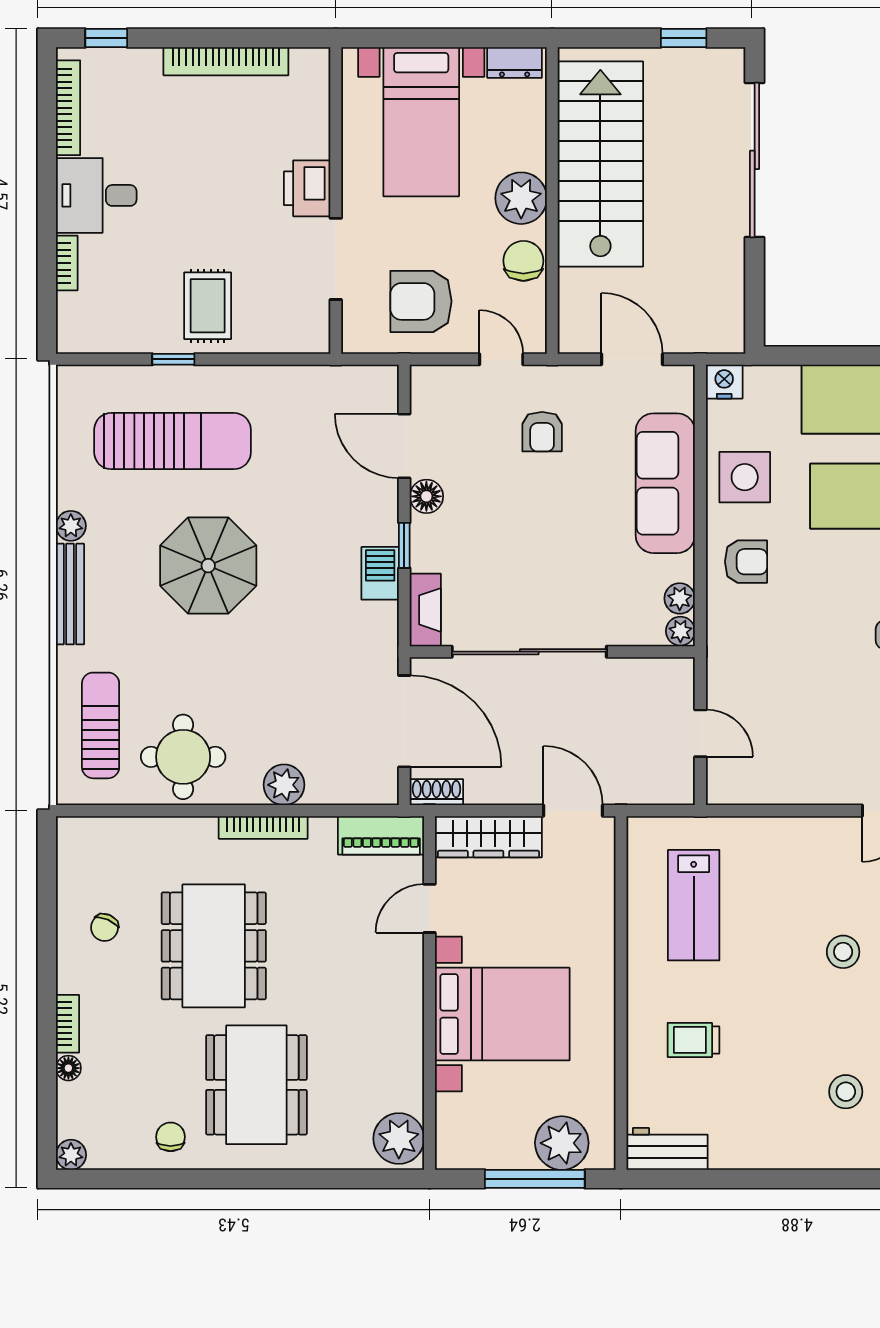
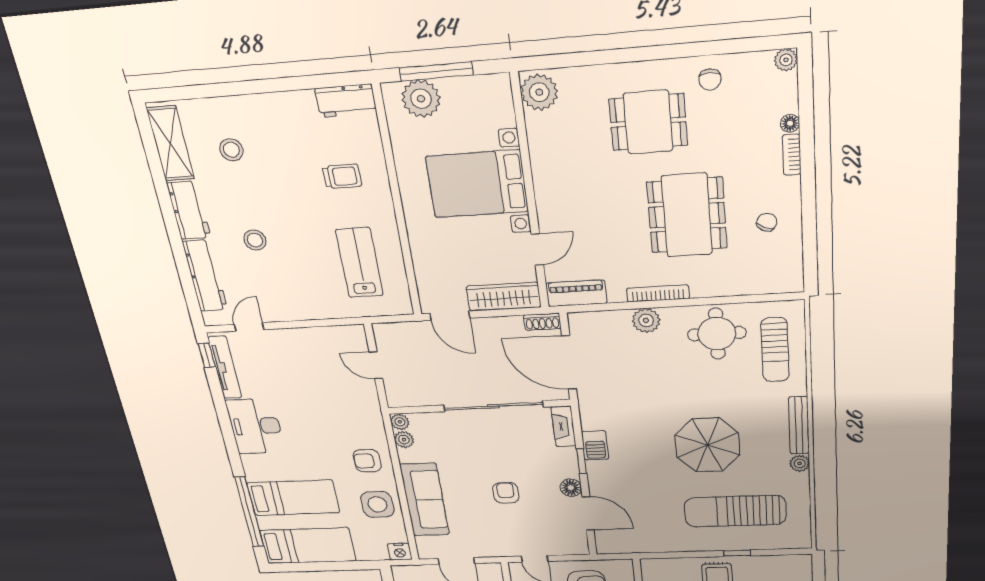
armchair: (542, 432) -> (506, 493), moved
dining table: (256, 1085) -> (648, 122), width x0.73

